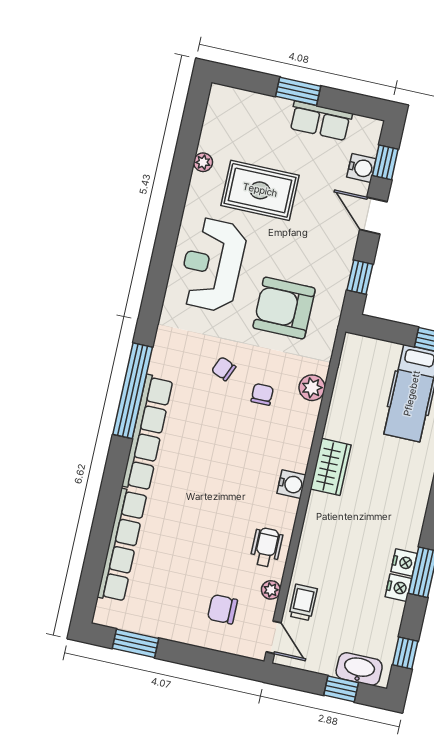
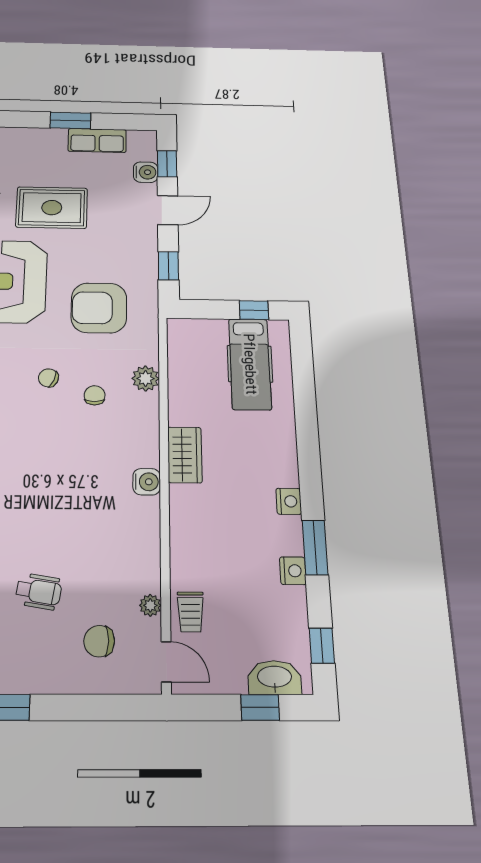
door: (373, 216) -> (168, 210), swing flipped
wheelchair: (266, 547) -> (39, 591), moved, turned 99
nightstand: (404, 562) -> (289, 501), moved
trolley: (303, 602) -> (190, 612), turned 180

